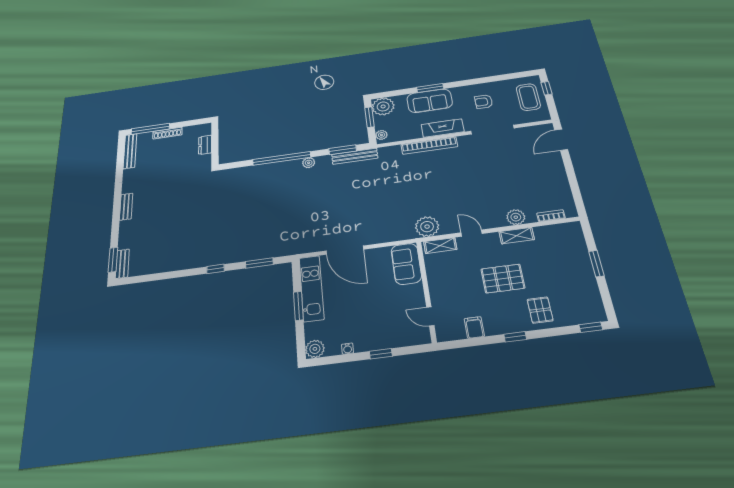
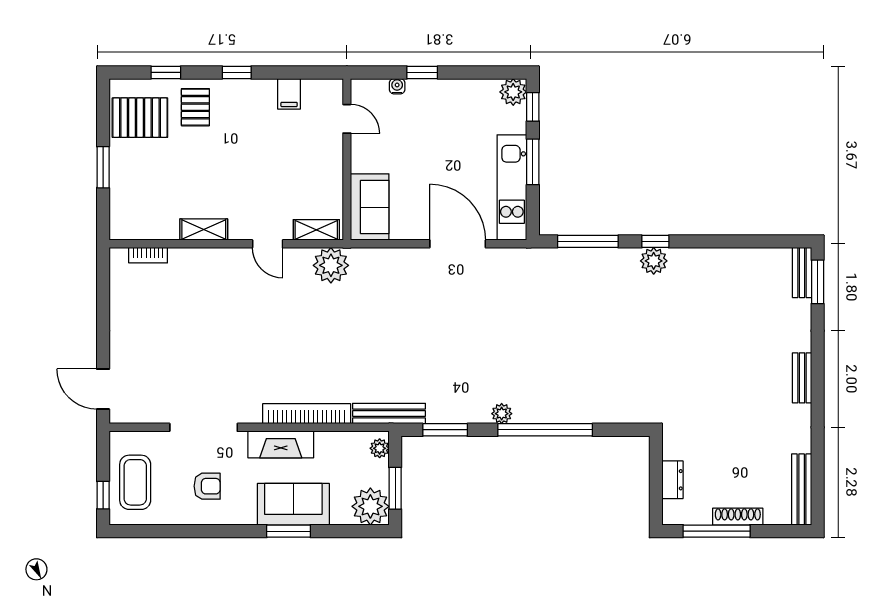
window: (150, 129) -> (717, 531), moved
door: (561, 140) -> (103, 389), swing flipped
bench: (355, 156) -> (389, 413), moved
plant: (516, 217) -> (654, 261), moved
window: (259, 263) -> (588, 241), width x1.44
pallet: (503, 279) -> (140, 118), moved
window: (591, 327) -> (166, 72), moved
window: (301, 341) -> (533, 107), added
water cooler: (348, 349) -> (397, 86), moved

